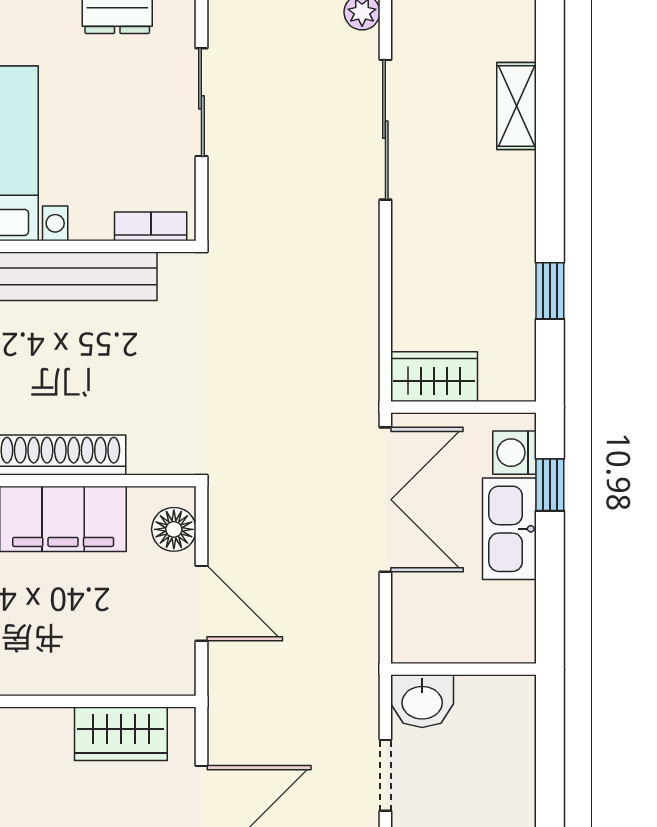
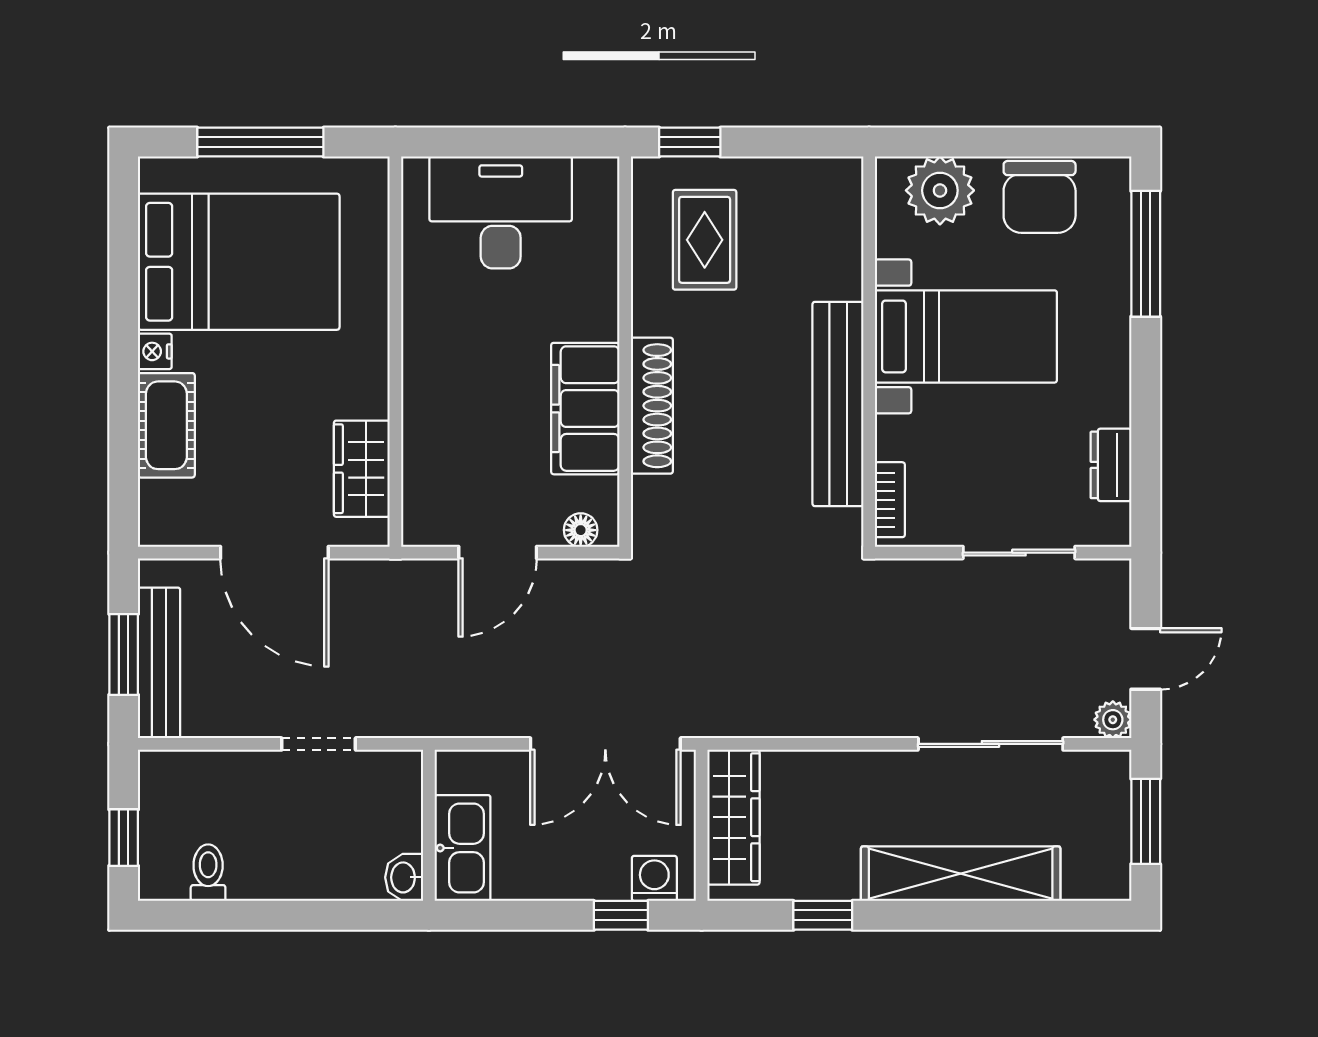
shelving: (517, 106) -> (961, 874), width x2.20, depth x1.33
wardrobe: (434, 377) -> (733, 817), width x1.50
floor lamp: (174, 529) -> (581, 530), width x0.73, depth x0.73
kitchen sink: (509, 529) -> (463, 848), moved, turned 90
washbasin: (422, 701) -> (404, 877), moved, width x0.72, depth x0.69

